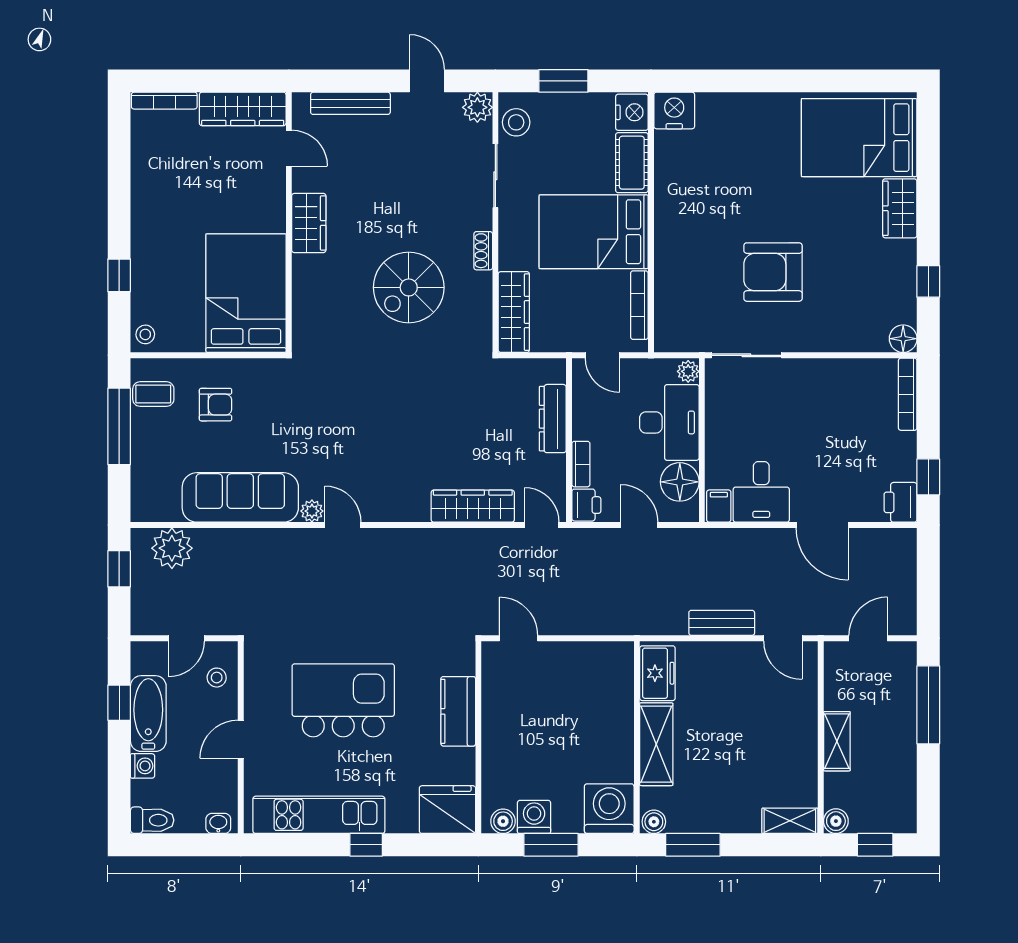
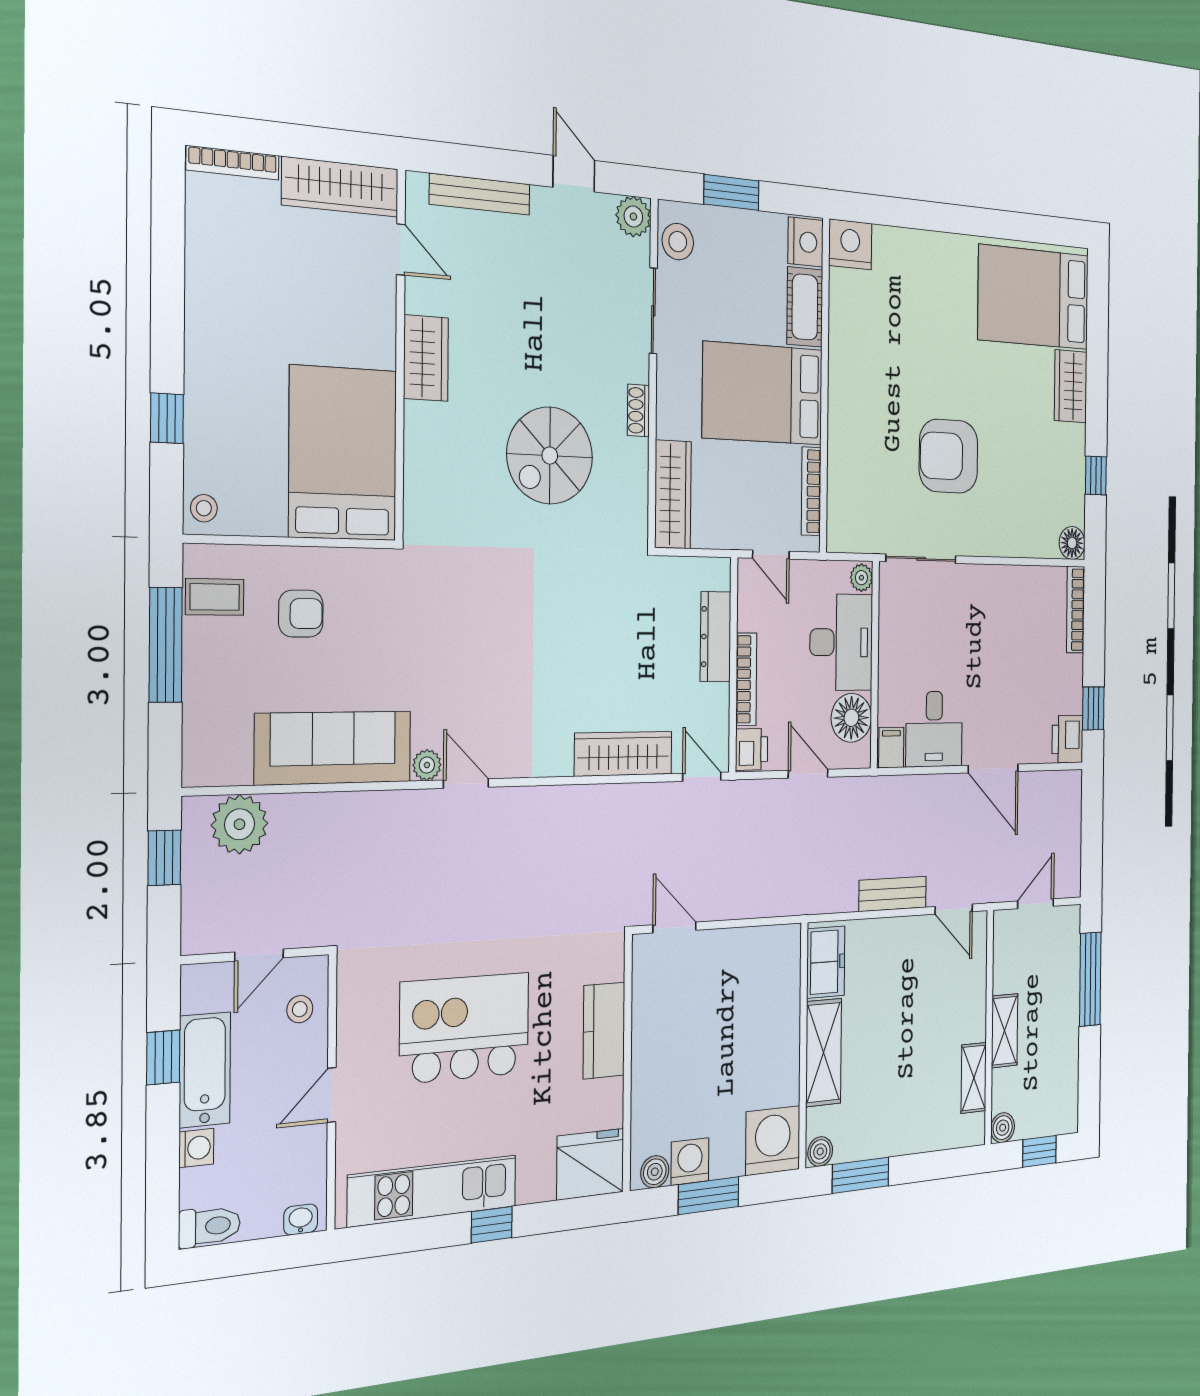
bookcase: (581, 464) -> (746, 679), width x1.56
shelving: (790, 821) -> (974, 1078), moved, turned 90

